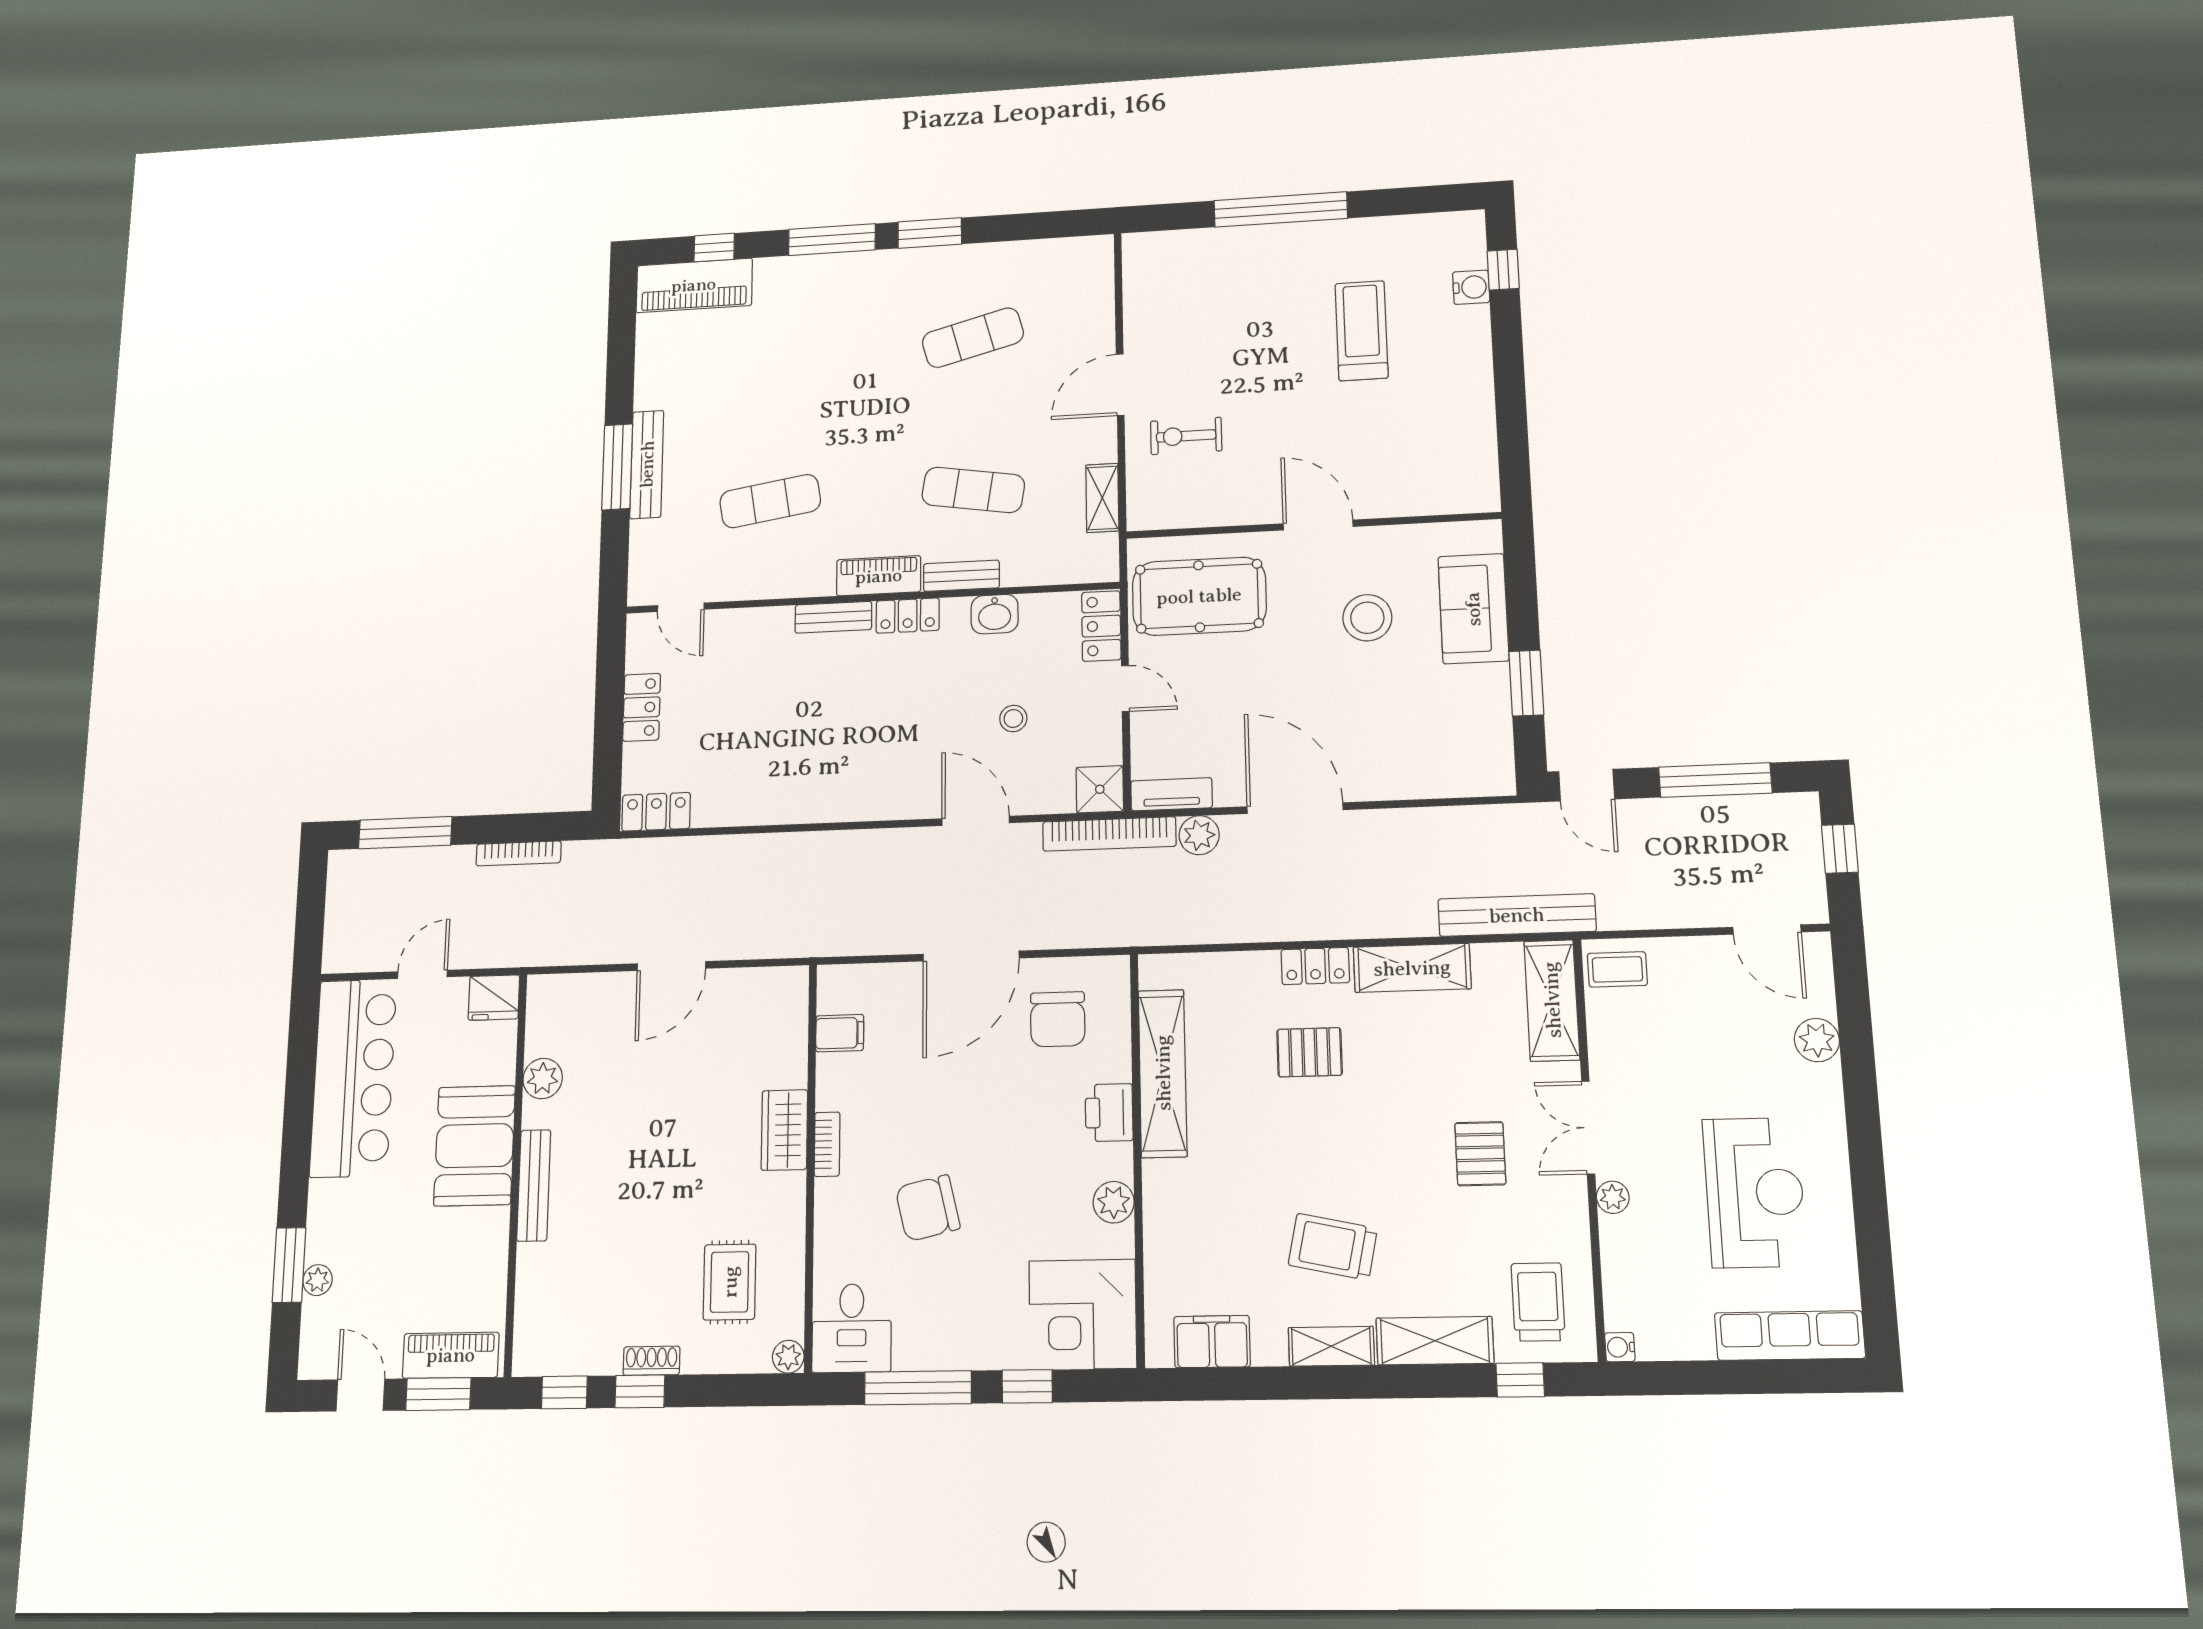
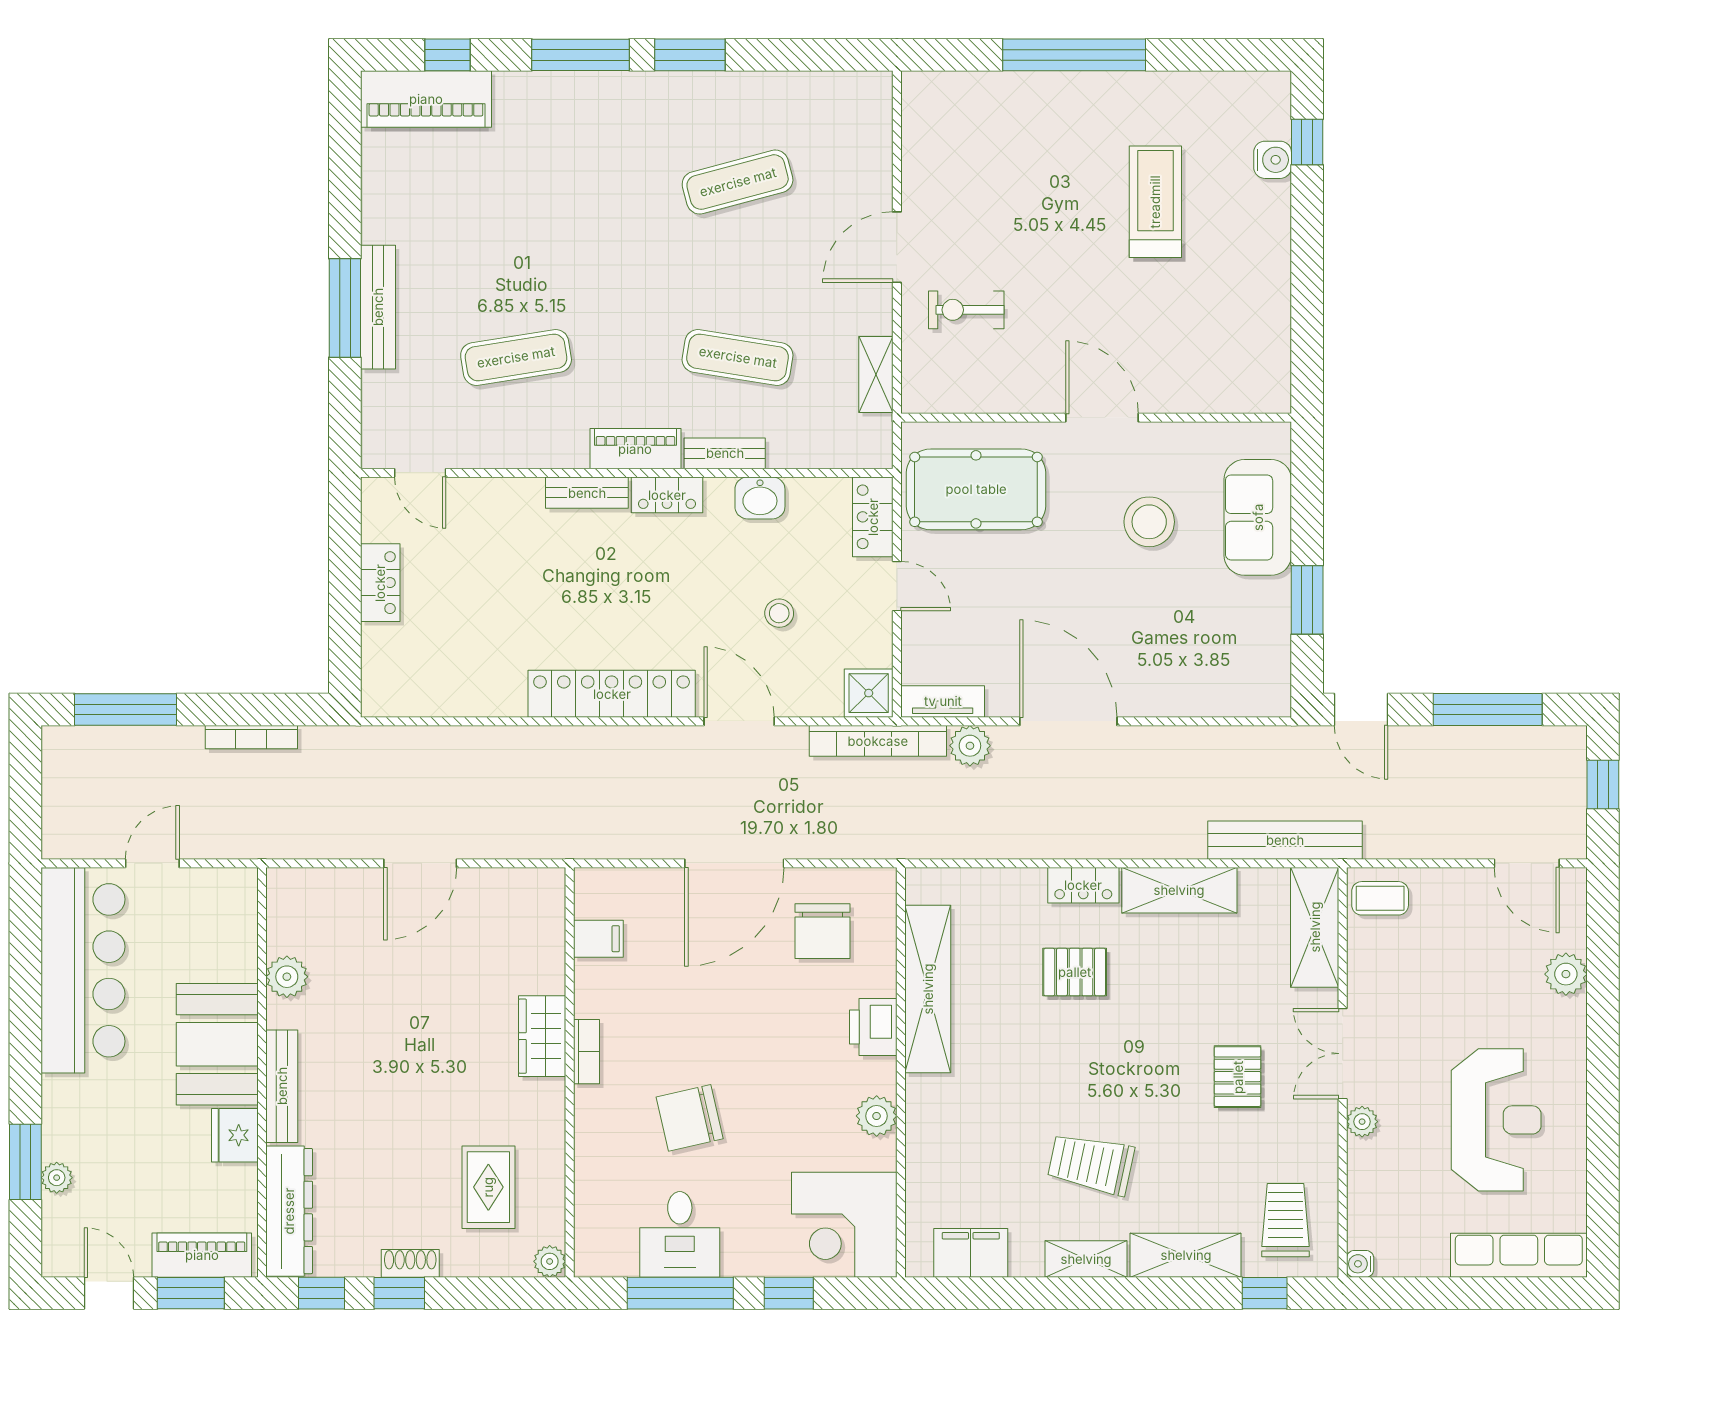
locker: (656, 812) -> (612, 694), moved, width x2.16, depth x1.21
fridge: (494, 998) -> (235, 1135), moved, turned 90
dresser: (536, 1310) -> (289, 1211), added
desk: (852, 1328) -> (680, 1234), moved

